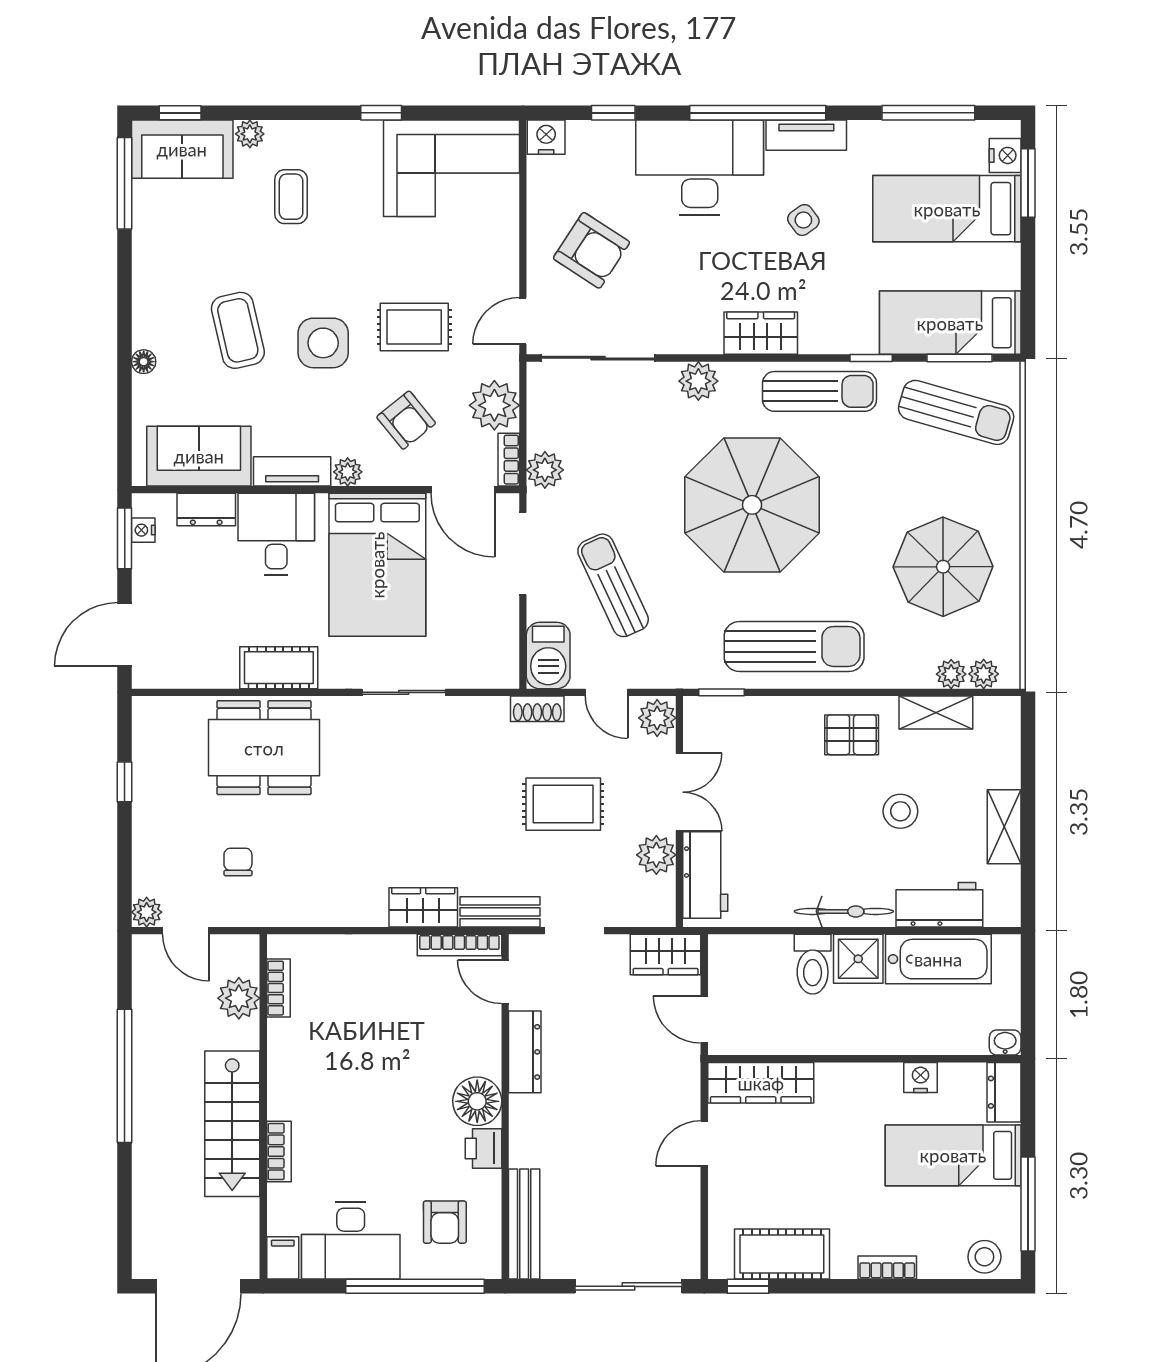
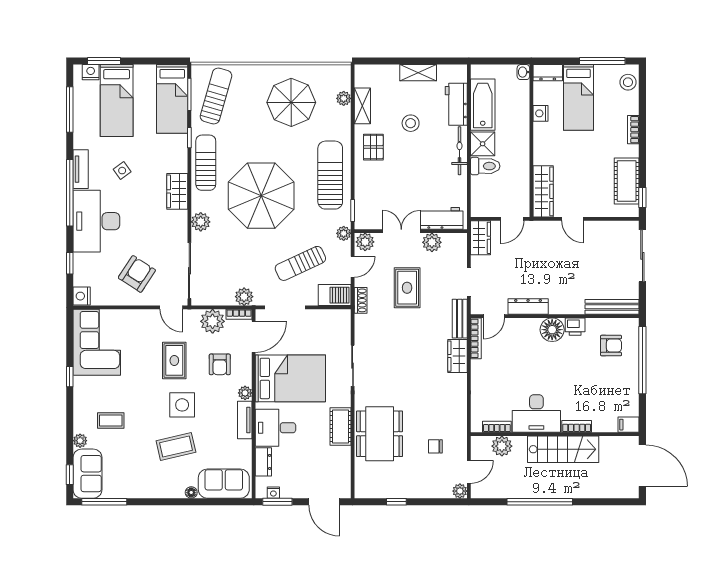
armchair: (406, 420) -> (220, 364), turned 129
sofa: (199, 456) -> (224, 484), moved, turned 90
plant: (984, 674) -> (344, 233), moved
desk: (351, 1241) -> (536, 413), moved, turned 90

